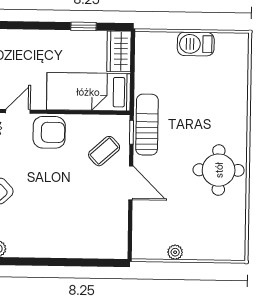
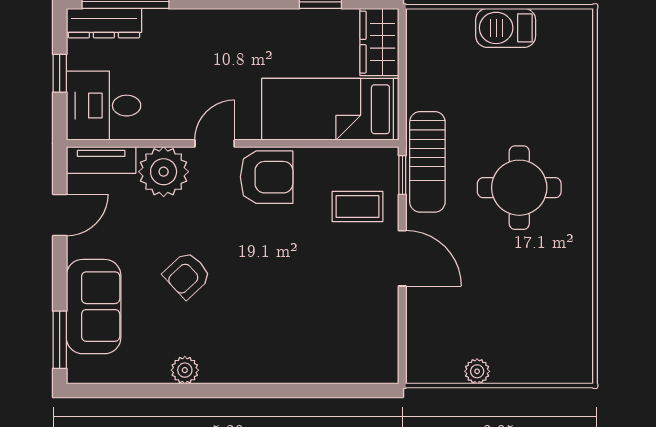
sun lounger: (147, 125) -> (427, 162), turned 180
coffee table: (104, 151) -> (357, 207), turned 42
round table: (219, 170) -> (519, 188), moved

